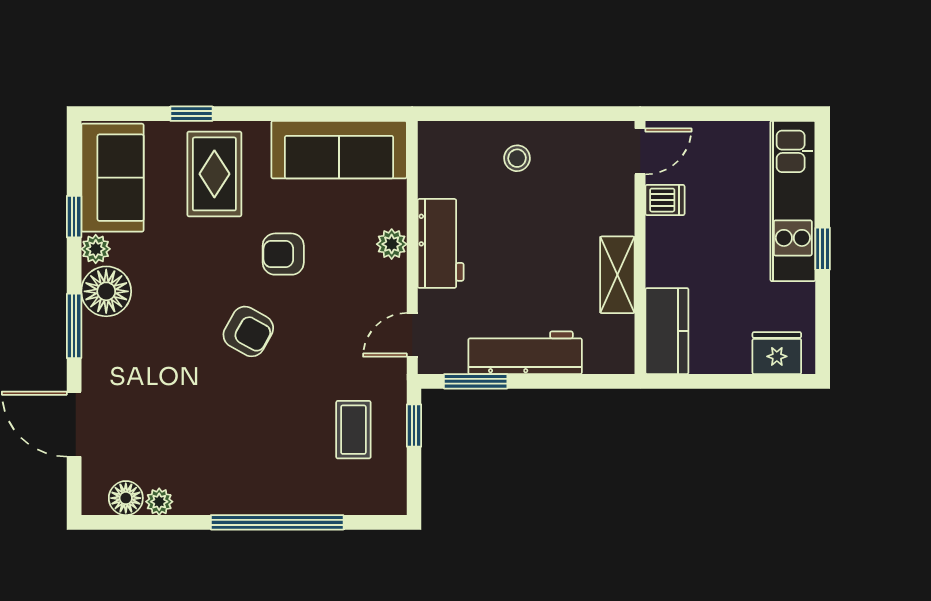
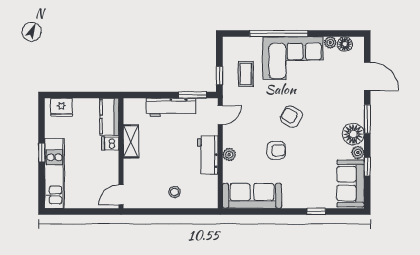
rug: (214, 174) -> (306, 185), removed
dishwasher: (665, 200) -> (110, 143), moved
corner sofa: (245, 466) -> (293, 58), added

